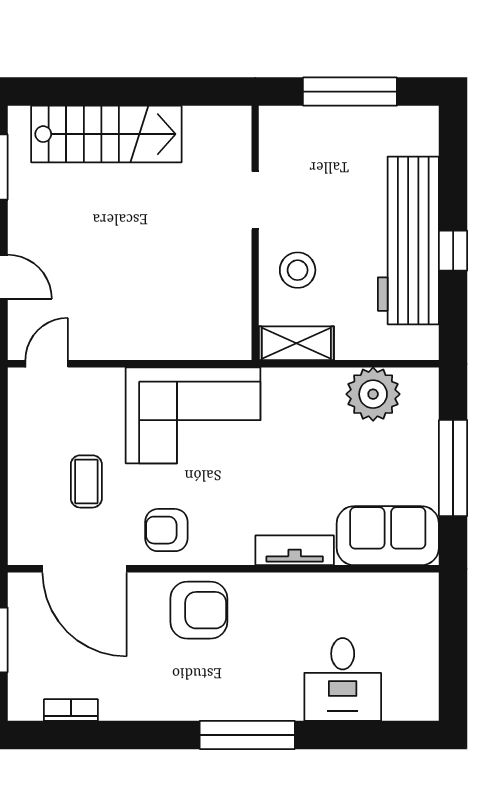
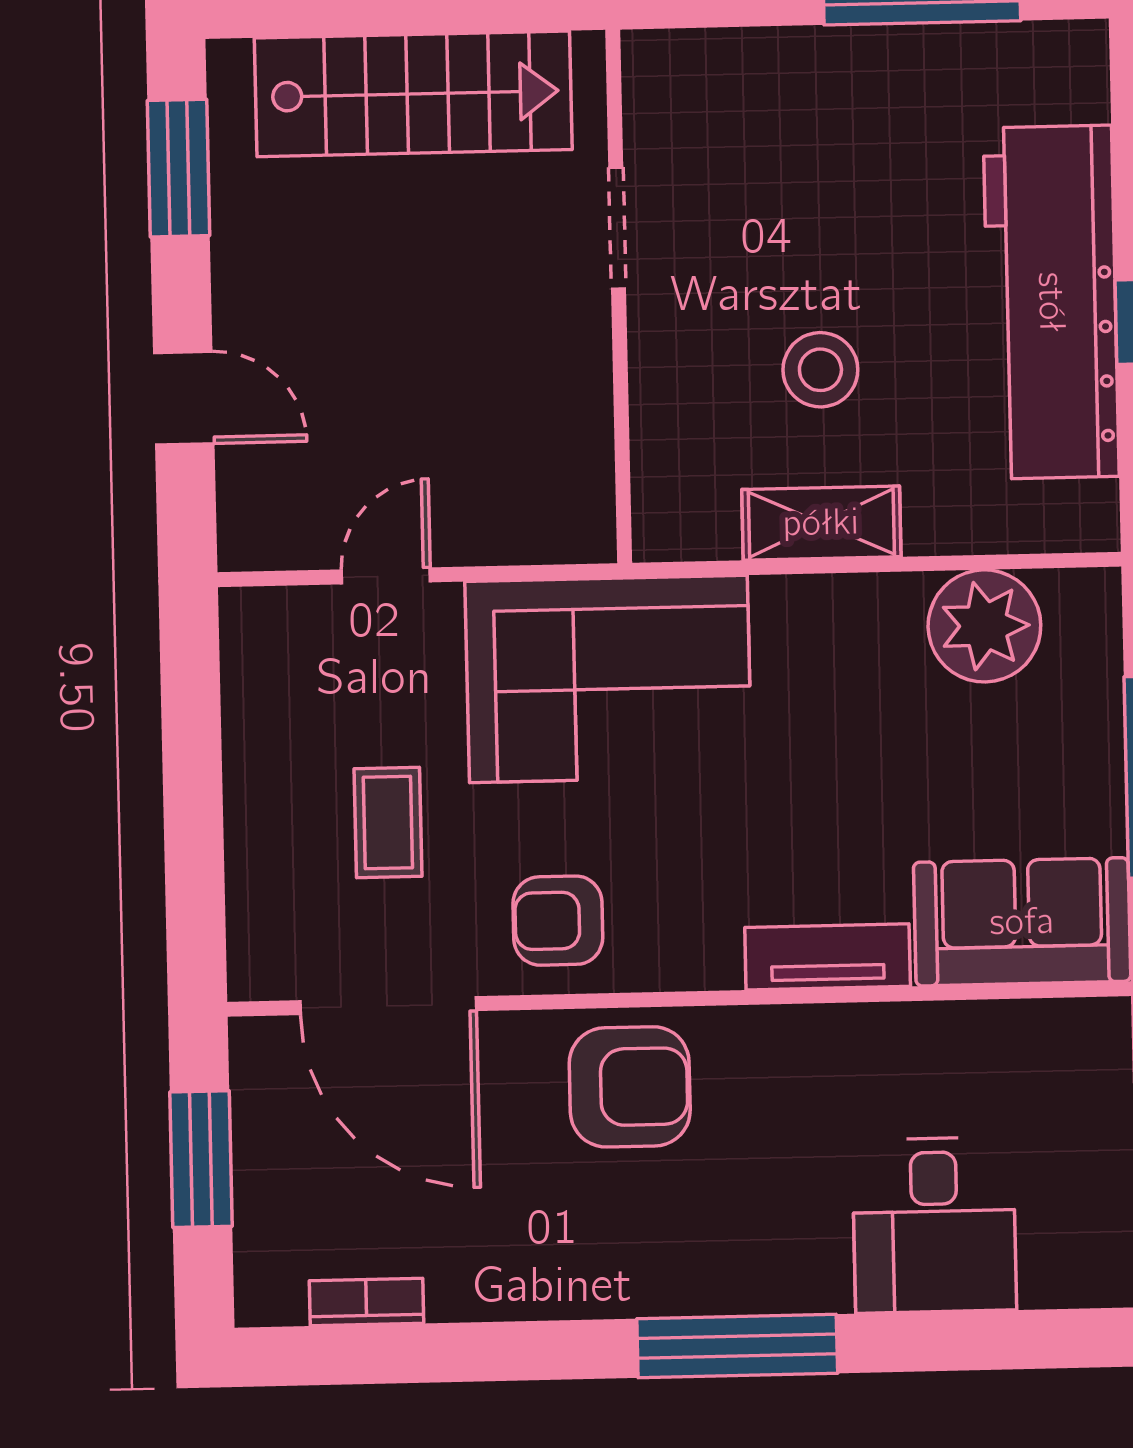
doorway: (255, 200) -> (617, 228), moved
wall: (255, 233) -> (619, 296), moved
door: (47, 364) -> (386, 576), moved

